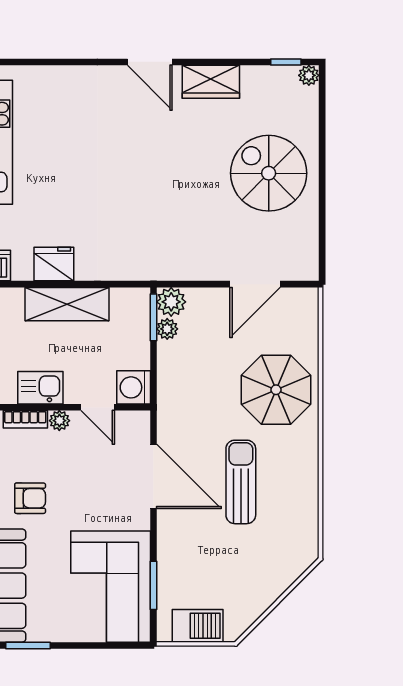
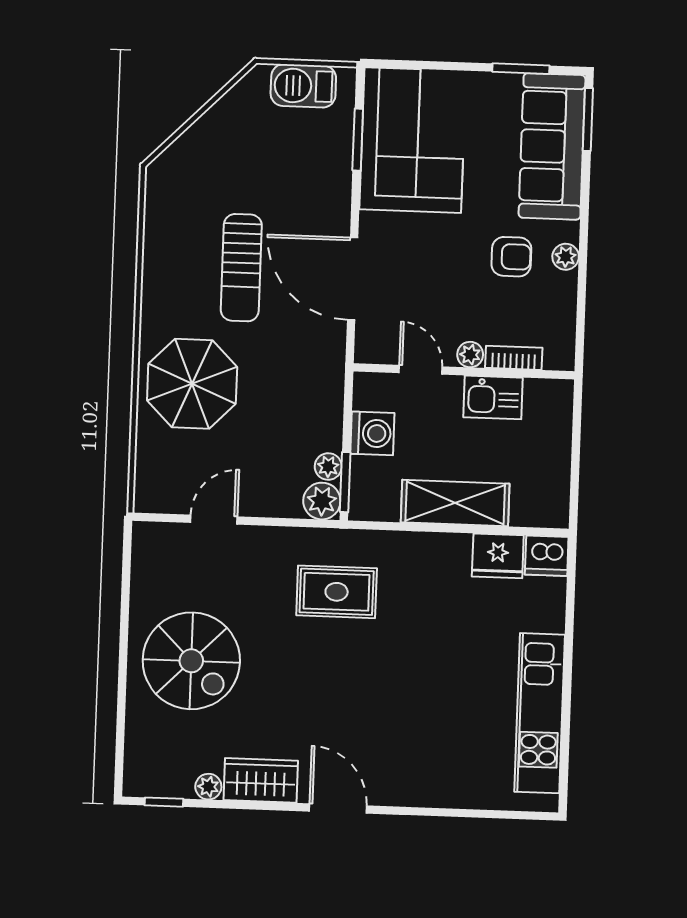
plant: (309, 75) -> (208, 787), moved
rug: (157, 231) -> (337, 592), added
fridge: (54, 264) -> (498, 556), moved
door: (255, 284) -> (214, 520), width x0.73
washing machine: (134, 387) -> (372, 433), moved
armchair: (30, 498) -> (511, 257), turned 180

